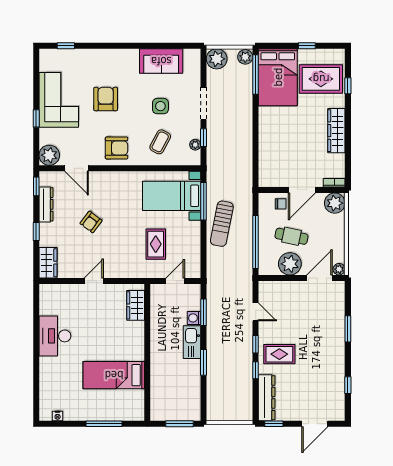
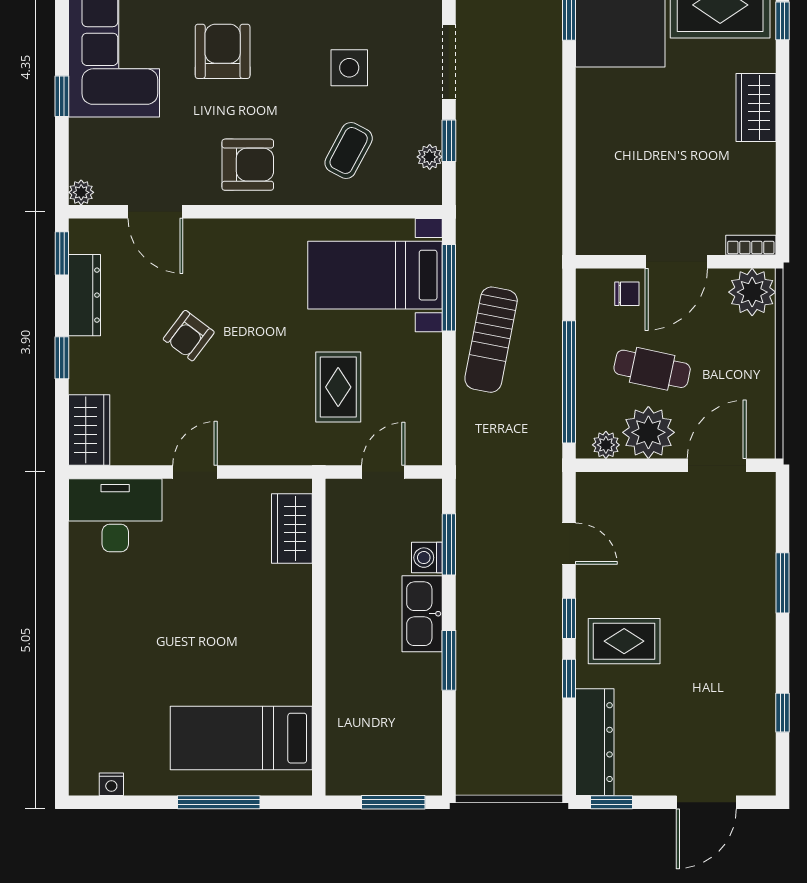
wardrobe: (336, 131) -> (756, 107), width x0.67
plant: (49, 155) -> (81, 192), width x0.53, depth x0.53
plant: (339, 269) -> (606, 445), moved
desk: (55, 336) -> (115, 515), moved, turned 90
bed: (114, 375) -> (241, 738), moved

